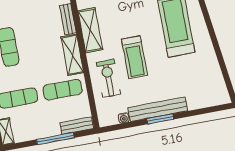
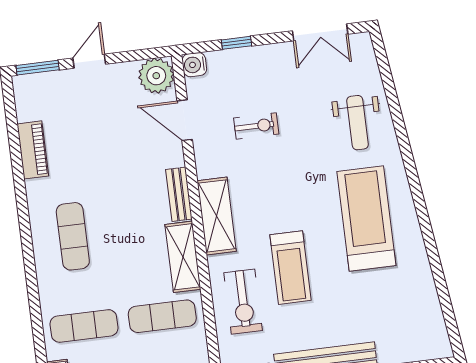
exercise bike: (108, 78) -> (243, 302), turned 180

